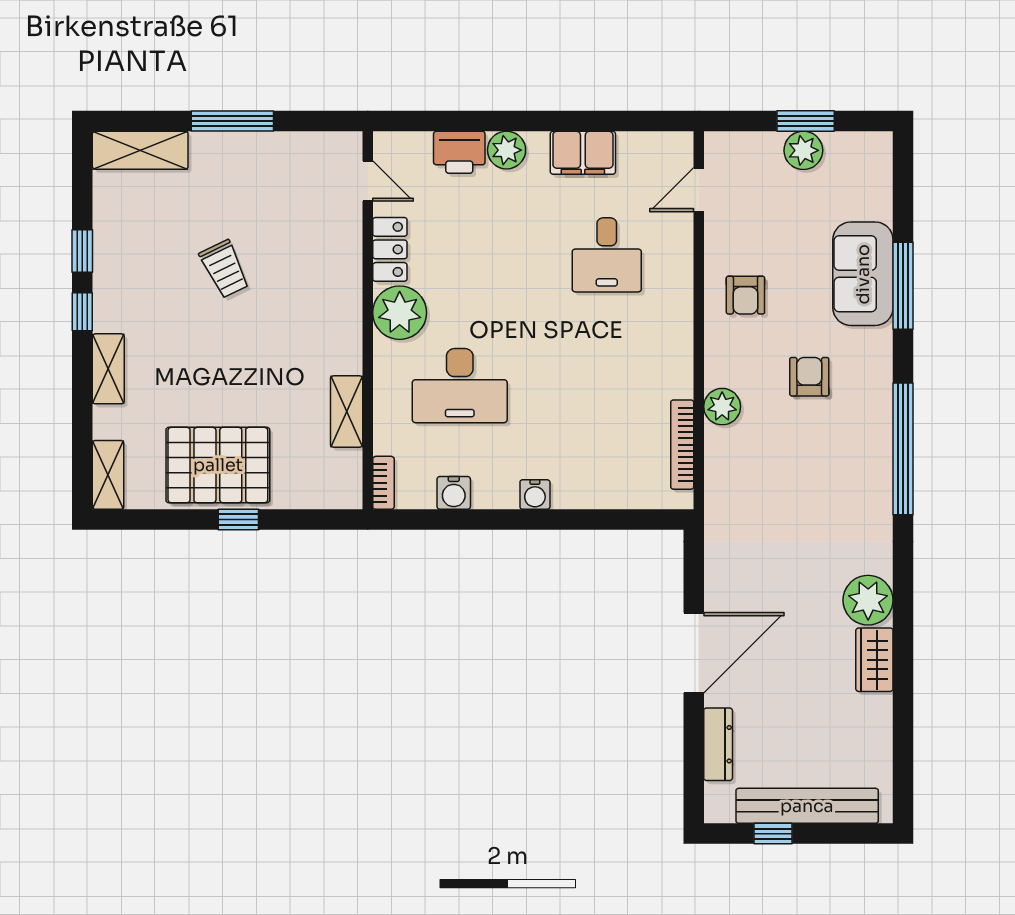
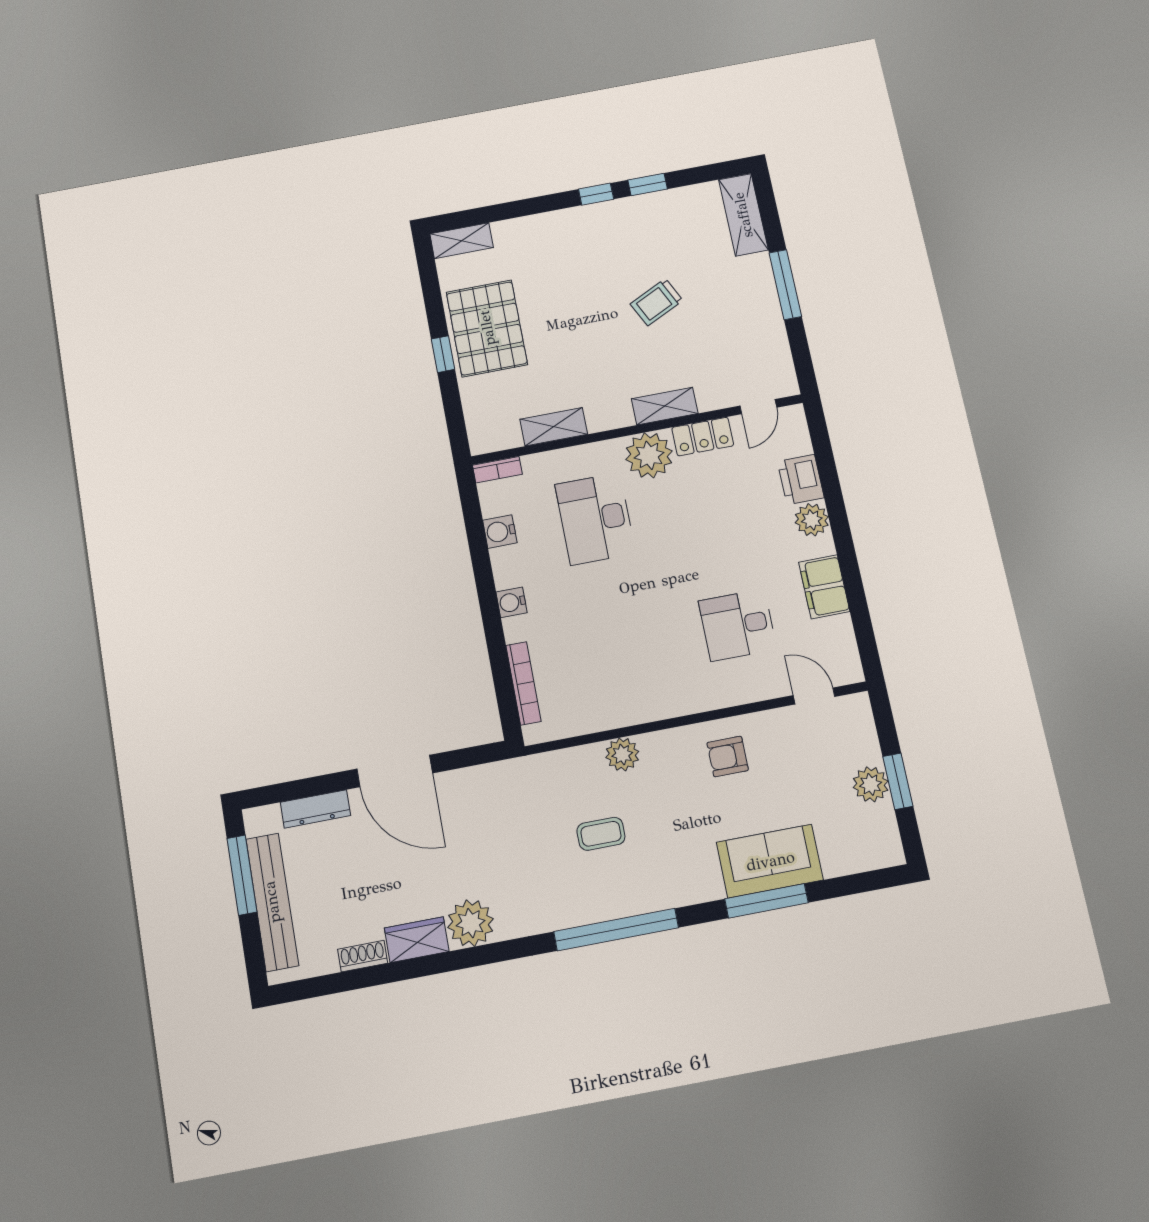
shelving: (108, 369) -> (665, 406), moved
armchair: (809, 377) -> (665, 829), removed
bookcase: (682, 445) -> (523, 683), moved, turned 90
coffee table: (801, 446) -> (601, 834), added
shoe rack: (881, 719) -> (363, 956), added
window: (773, 834) -> (242, 875), width x2.17

